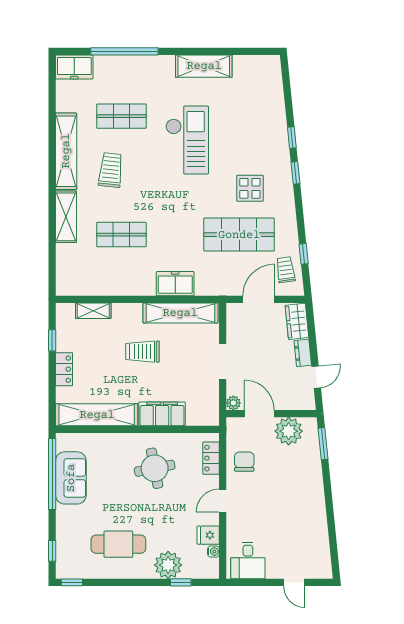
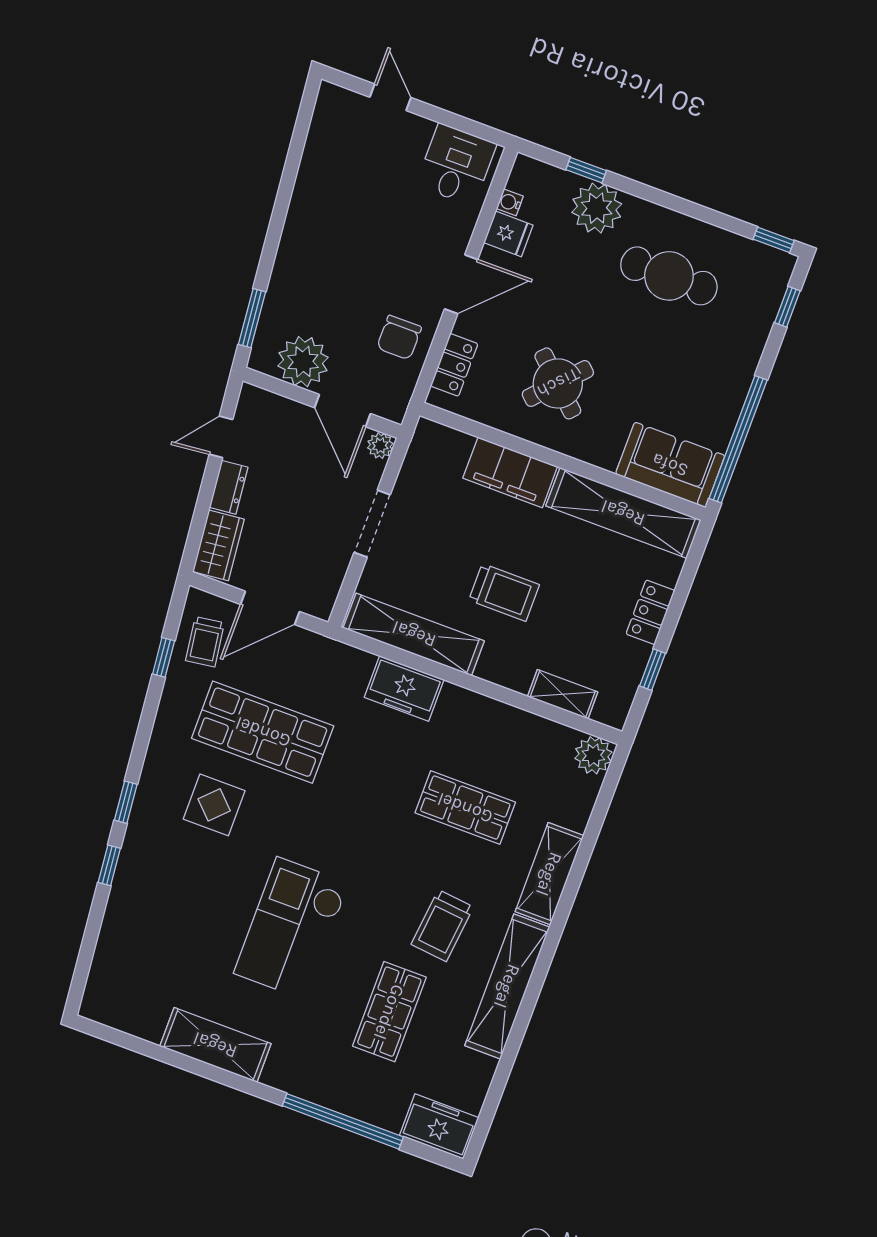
shop shelf: (121, 116) -> (389, 1012), turned 90
plant: (66, 285) -> (593, 755), added
round table: (155, 468) -> (558, 383), turned -36
sofa: (71, 478) -> (670, 465), moved, turned 90
door: (223, 501) -> (461, 284), width x1.38

